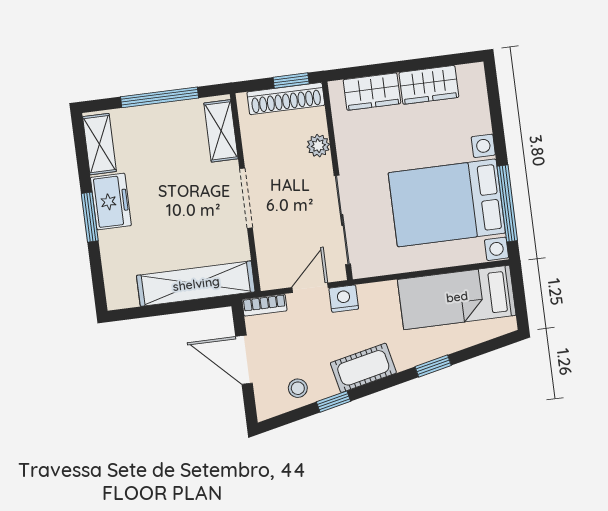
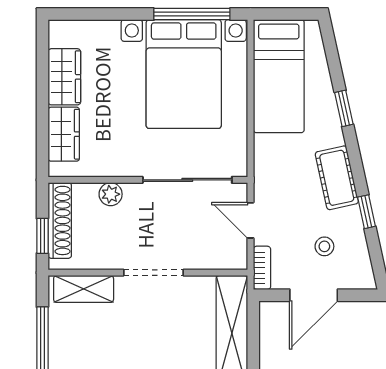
window: (291, 80) -> (42, 236), moved
nightstand: (344, 299) -> (266, 188), removed
stool: (298, 388) -> (324, 246), moved

